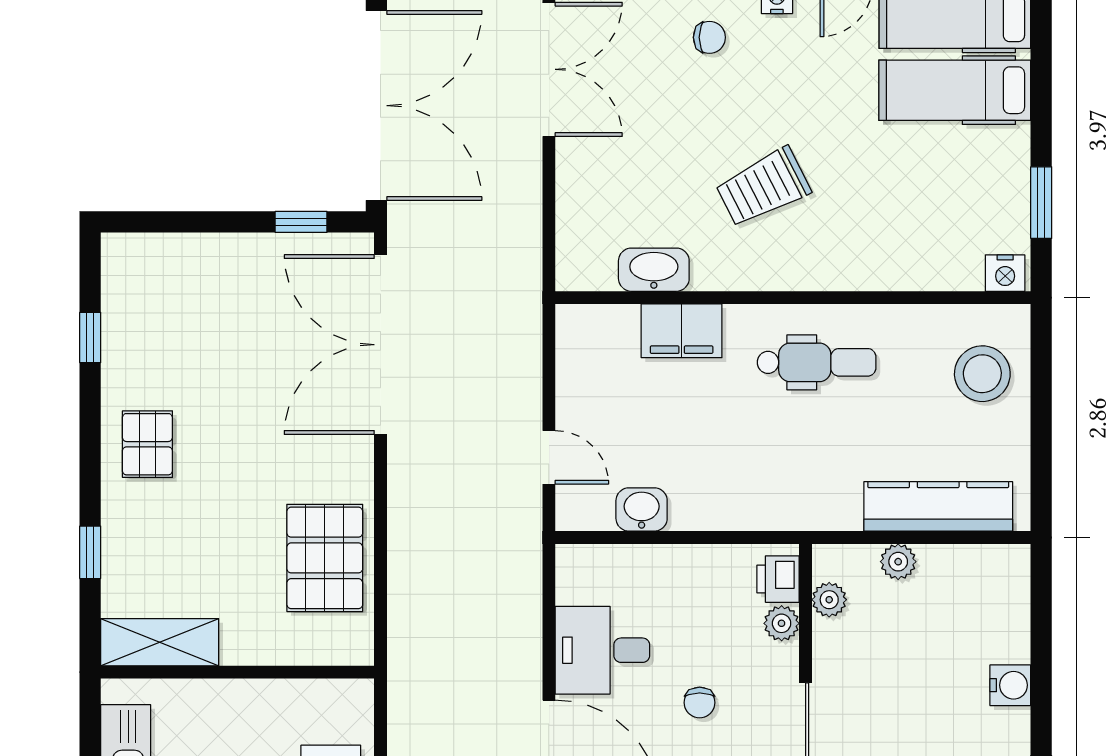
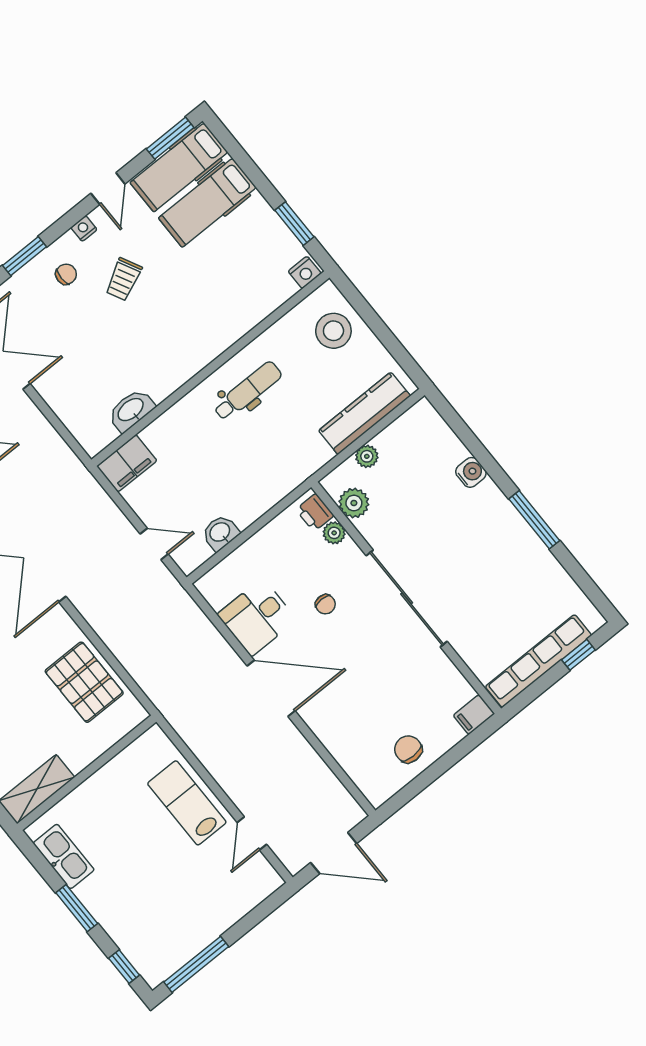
trolley: (763, 187) -> (124, 279), moved, width x0.73, depth x0.72
filing cabinet: (682, 331) -> (127, 463), moved
plant: (829, 600) -> (354, 503), width x1.38, depth x1.38

